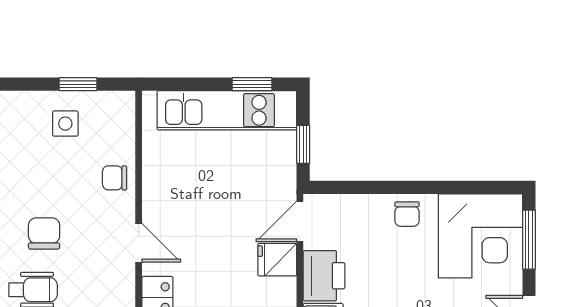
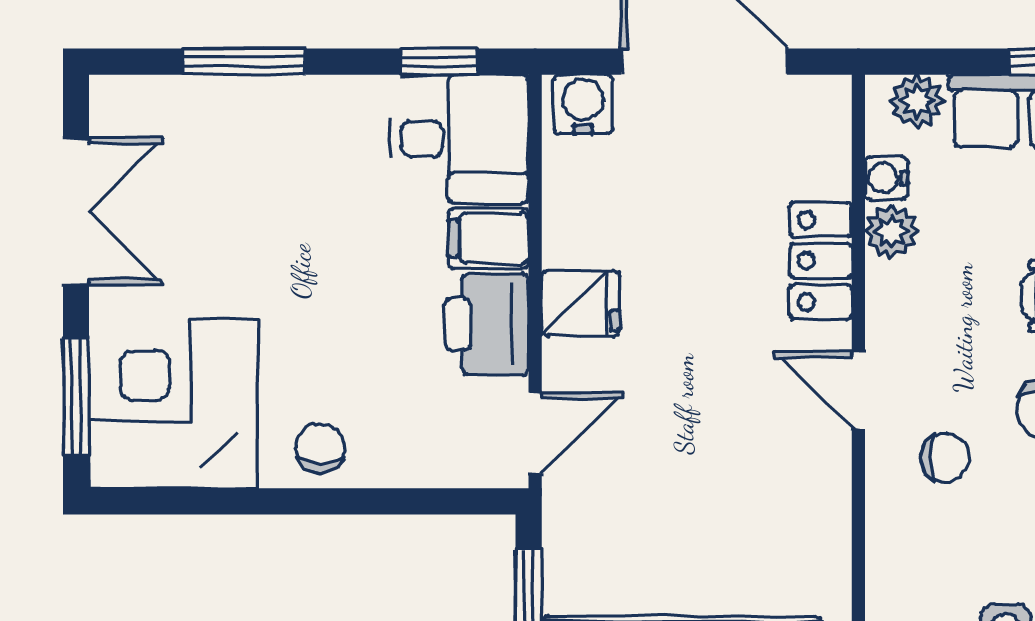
chair: (115, 178) -> (945, 457), moved
fridge: (277, 260) -> (581, 303), moved

